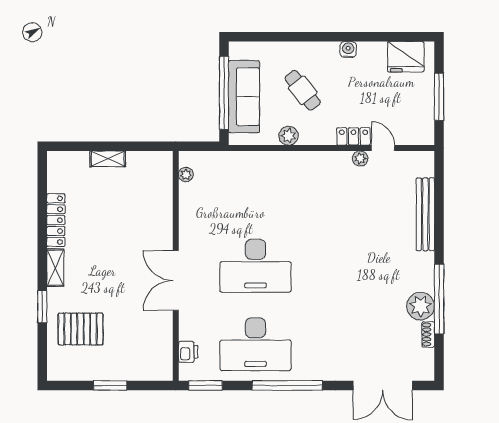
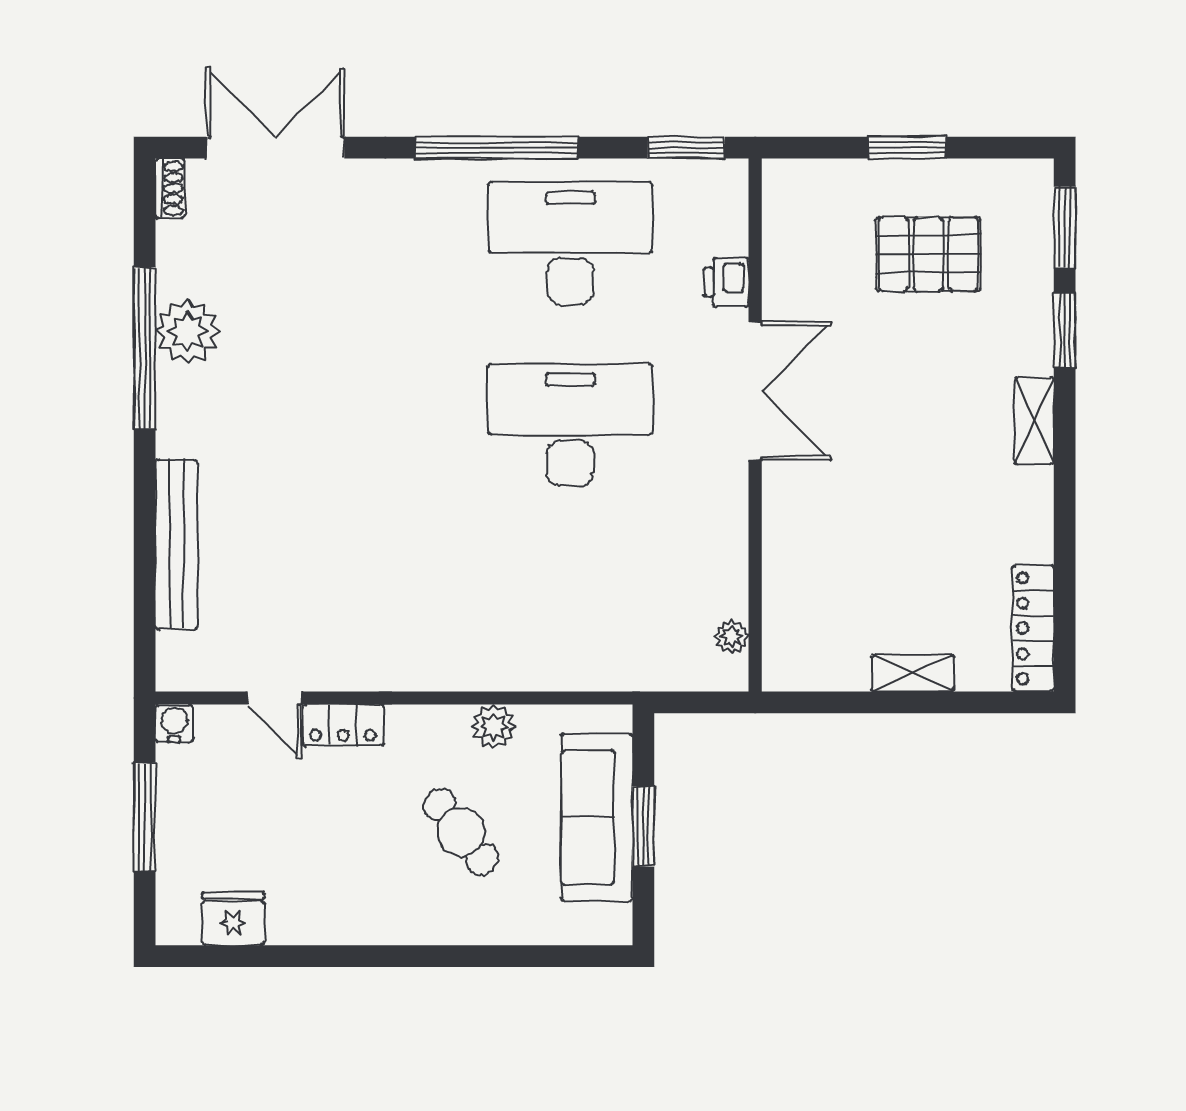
water cooler: (348, 50) -> (174, 723), moved, turned 180
fridge: (406, 57) -> (233, 919), width x0.73, depth x0.75
window: (224, 93) -> (643, 826), width x0.47
plant: (360, 158) -> (328, 674), removed
locker: (56, 220) -> (1033, 628), moved
pallet: (81, 329) -> (928, 254), moved
shoe rack: (428, 334) -> (170, 188), moved
window: (42, 351) -> (1065, 227), added
printer: (188, 352) -> (726, 282), moved

